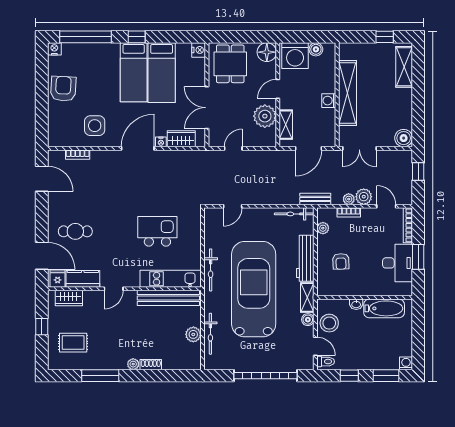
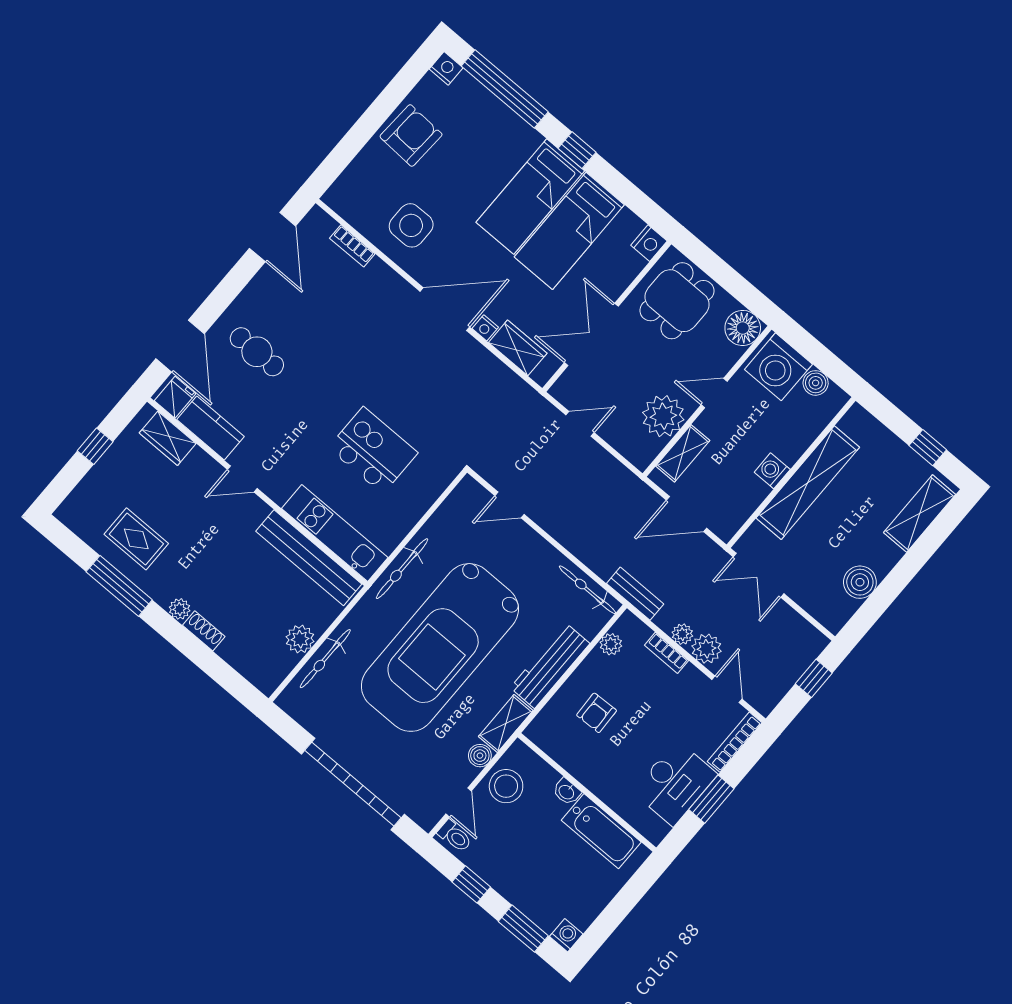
boiler: (404, 138) -> (860, 582), moved
car: (254, 289) -> (440, 647), turned 180
rug: (73, 343) -> (136, 539), moved

